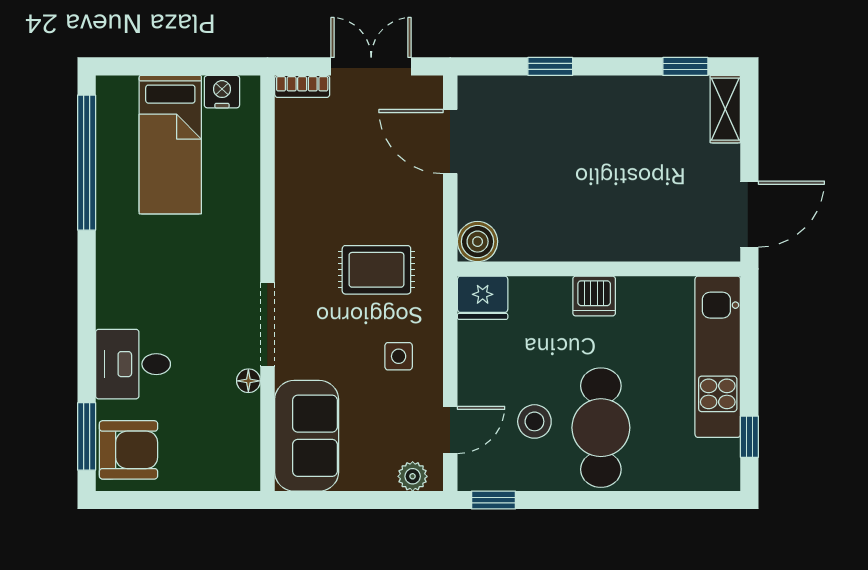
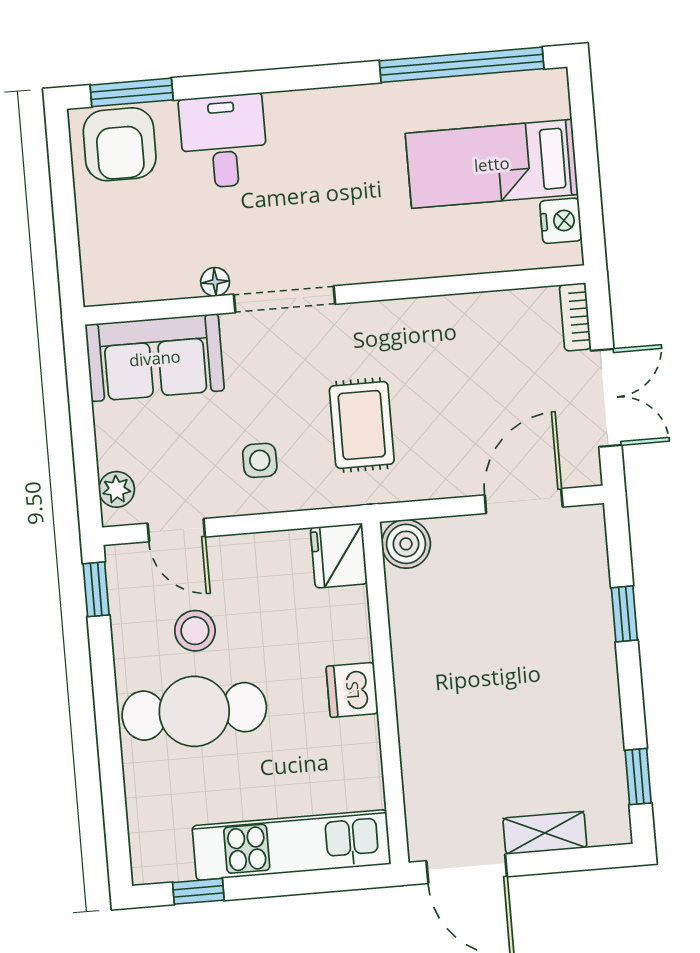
shelving: (725, 109) -> (545, 833), moved

